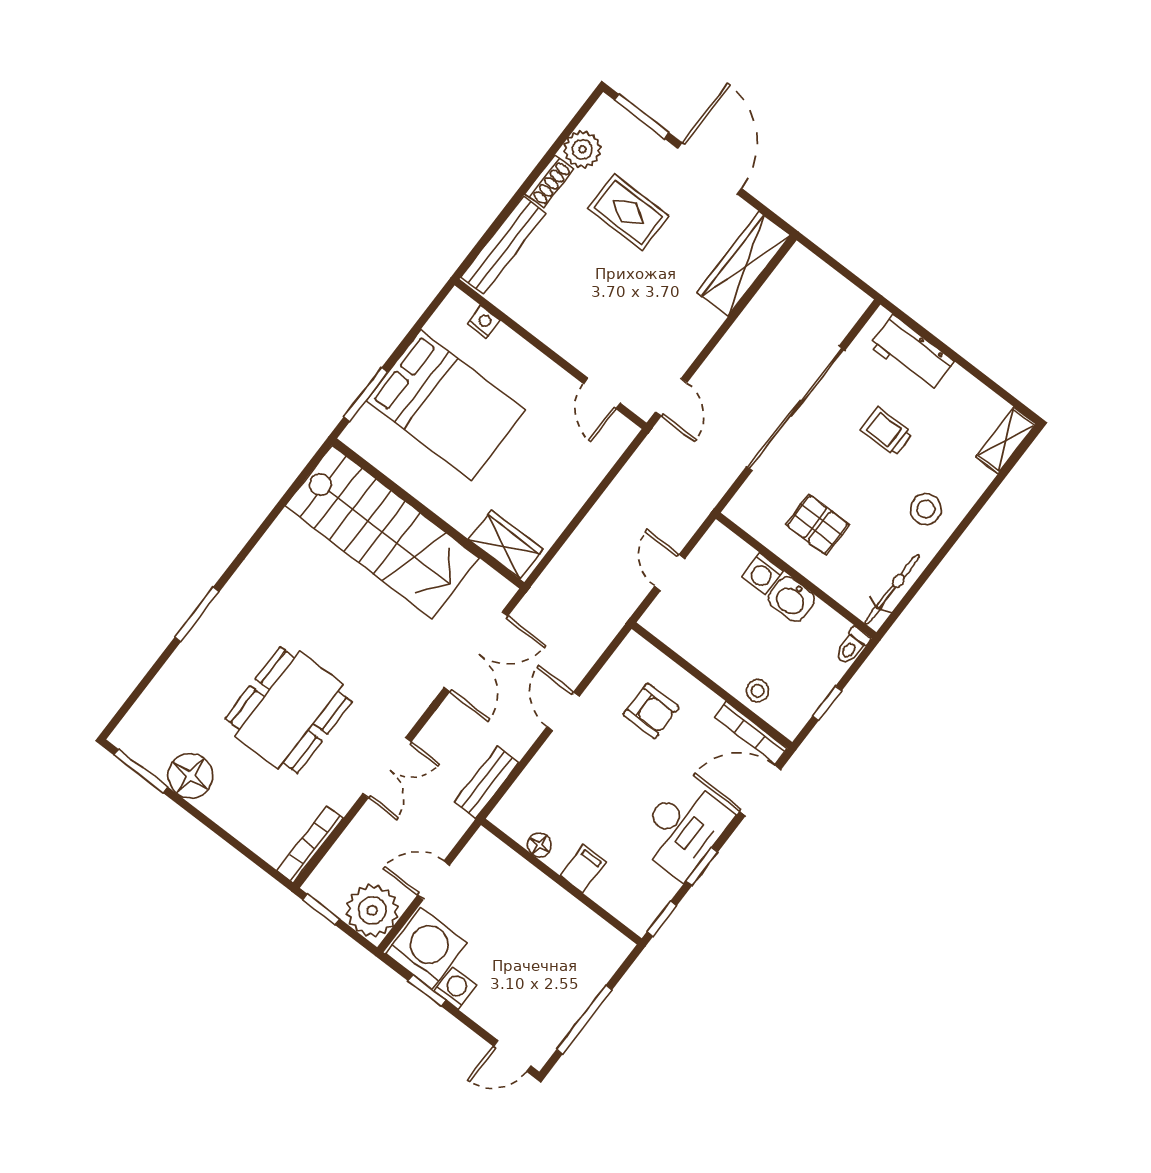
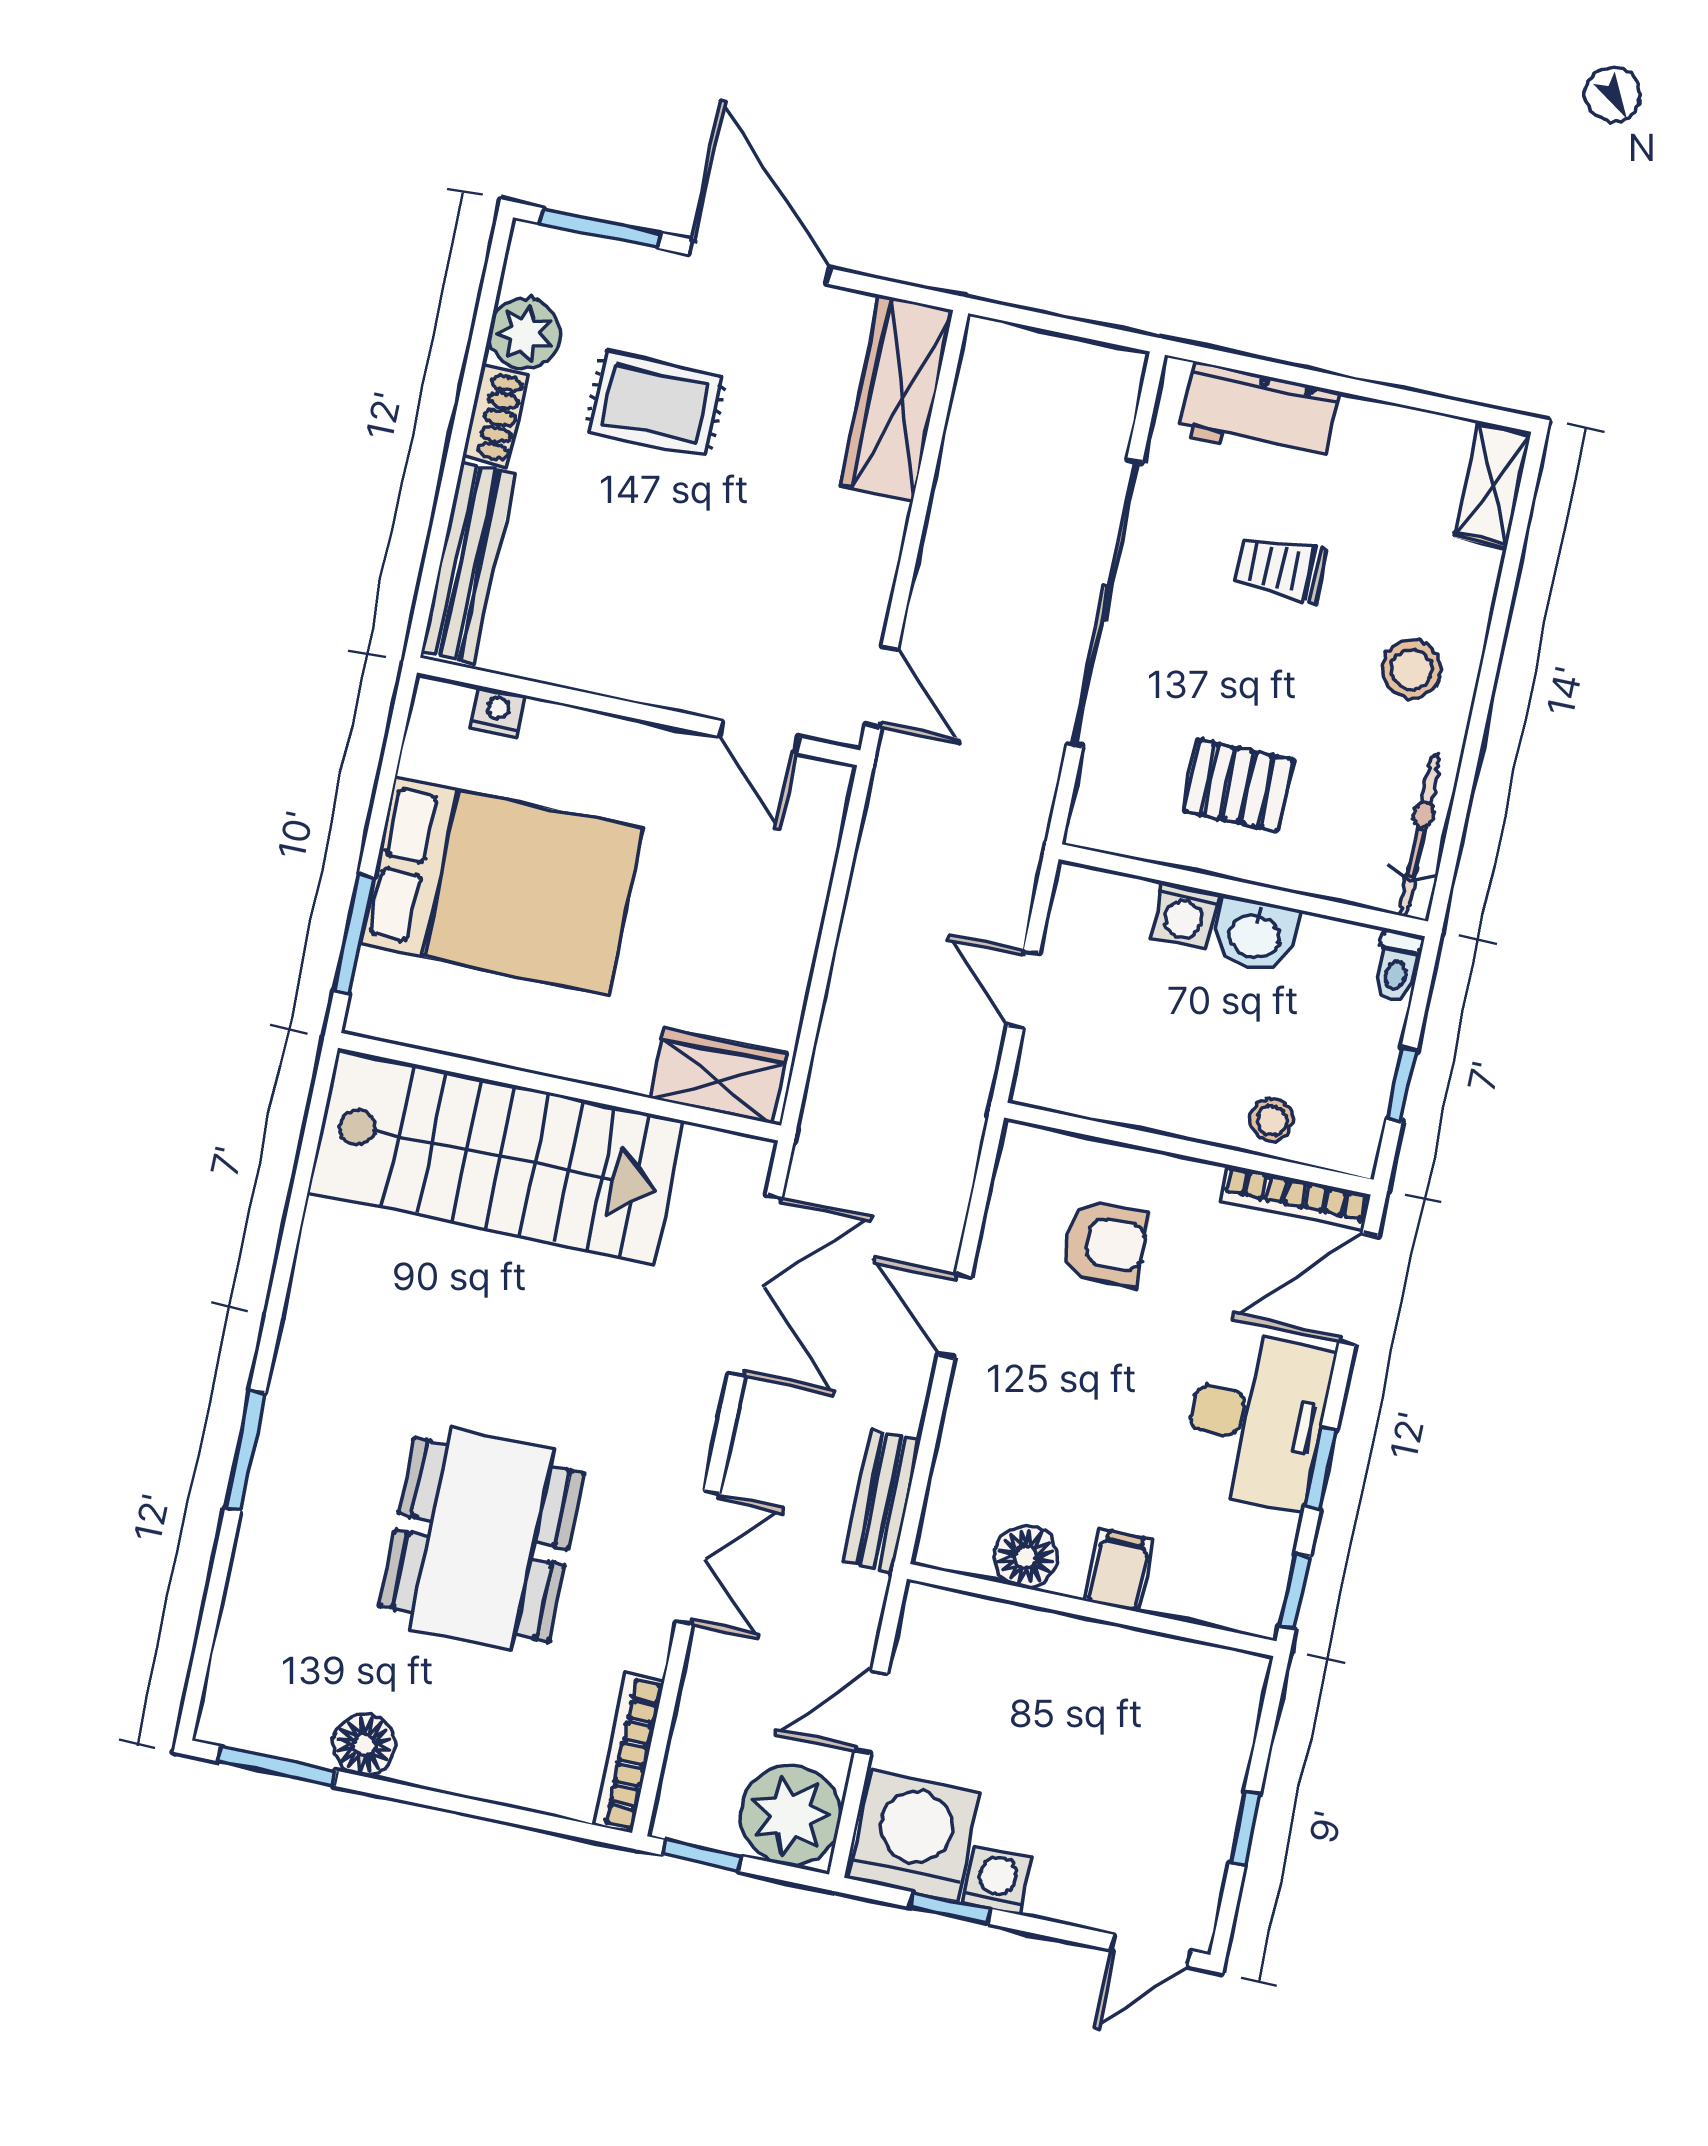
floor lamp: (190, 776) -> (364, 1745), width x0.73, depth x0.73
floor lamp: (539, 845) -> (1026, 1557), width x1.37, depth x1.37
window: (584, 1020) -> (1245, 1828), width x0.46

